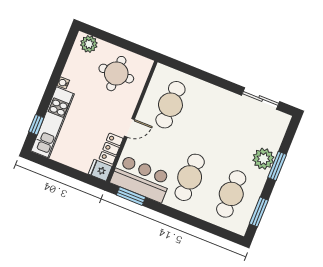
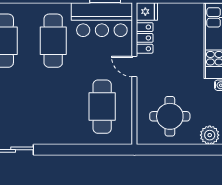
door: (129, 128) -> (134, 67), hinge flipped

